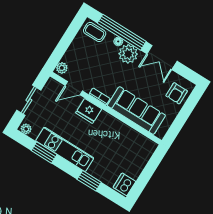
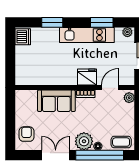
sofa: (136, 111) -> (56, 101), width x0.73

